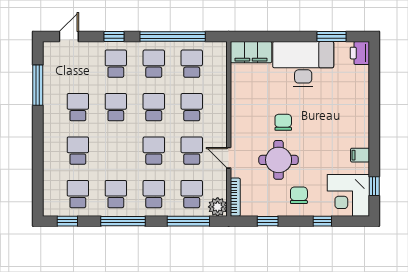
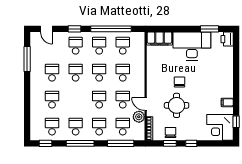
door: (69, 37) -> (46, 29), swing flipped
chair: (299, 195) -> (171, 133), moved
plant: (218, 207) -> (139, 117), moved
window: (322, 221) -> (191, 143), moved

